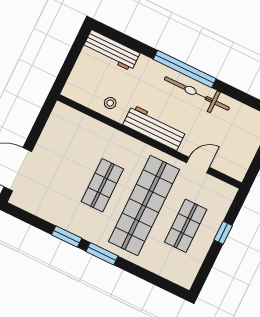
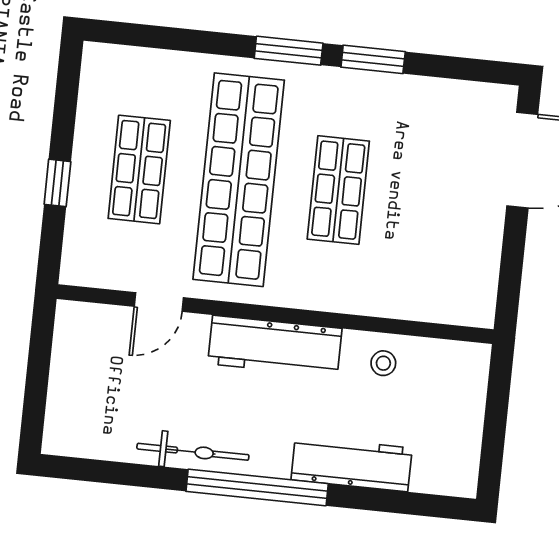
workbench: (111, 50) -> (352, 464), moved
bicycle: (197, 93) -> (193, 452), width x0.73, depth x0.71

